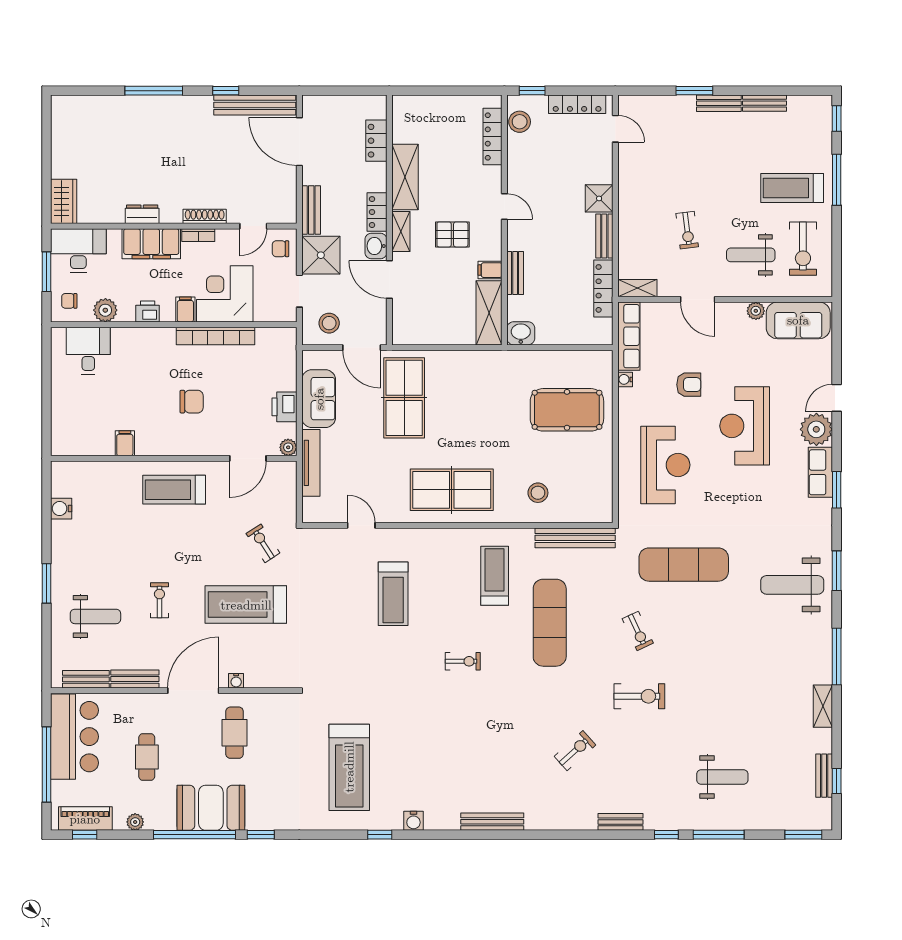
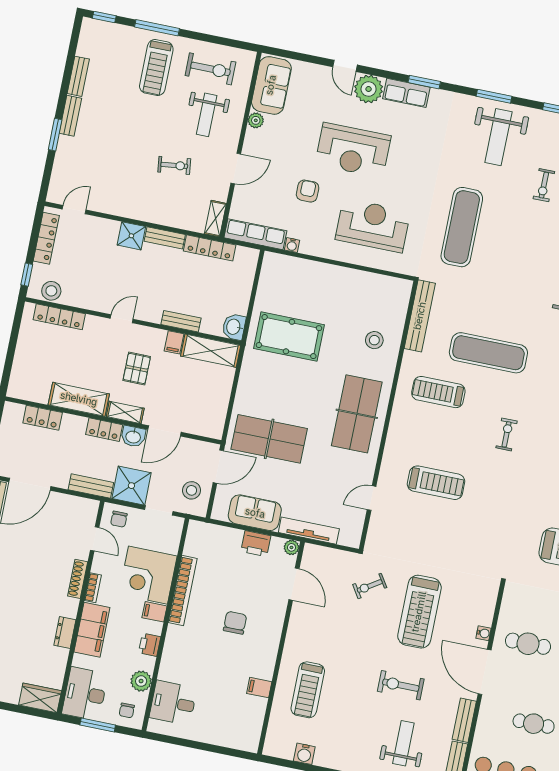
pool table: (567, 410) -> (289, 337), moved, turned 90
treadmill: (174, 490) -> (308, 690), moved
exercise bike: (159, 600) -> (401, 685), width x1.38, depth x1.39
exercise bike: (638, 631) -> (544, 185), moved, turned 115

